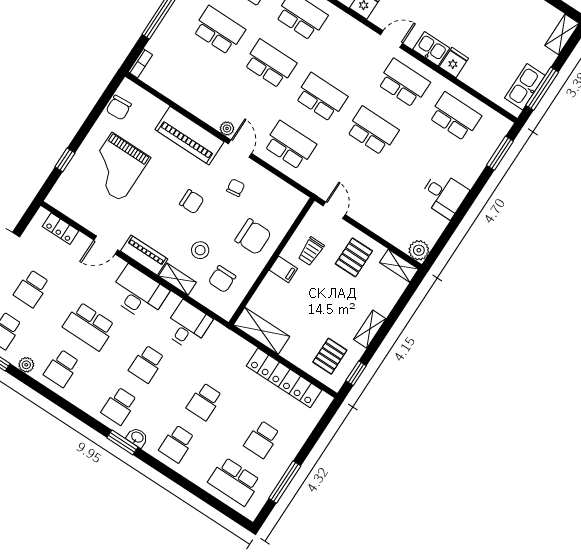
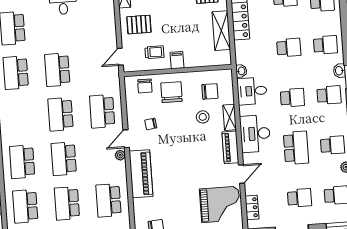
school desk: (188, 78) -> (109, 200), added
grand piano: (117, 167) -> (220, 204), moved
chair: (192, 202) -> (145, 86), moved, turned 180
door: (106, 245) -> (241, 174), hinge flipped
washbasin: (218, 330) -> (241, 71), added
shelving: (262, 331) -> (221, 31), moved

